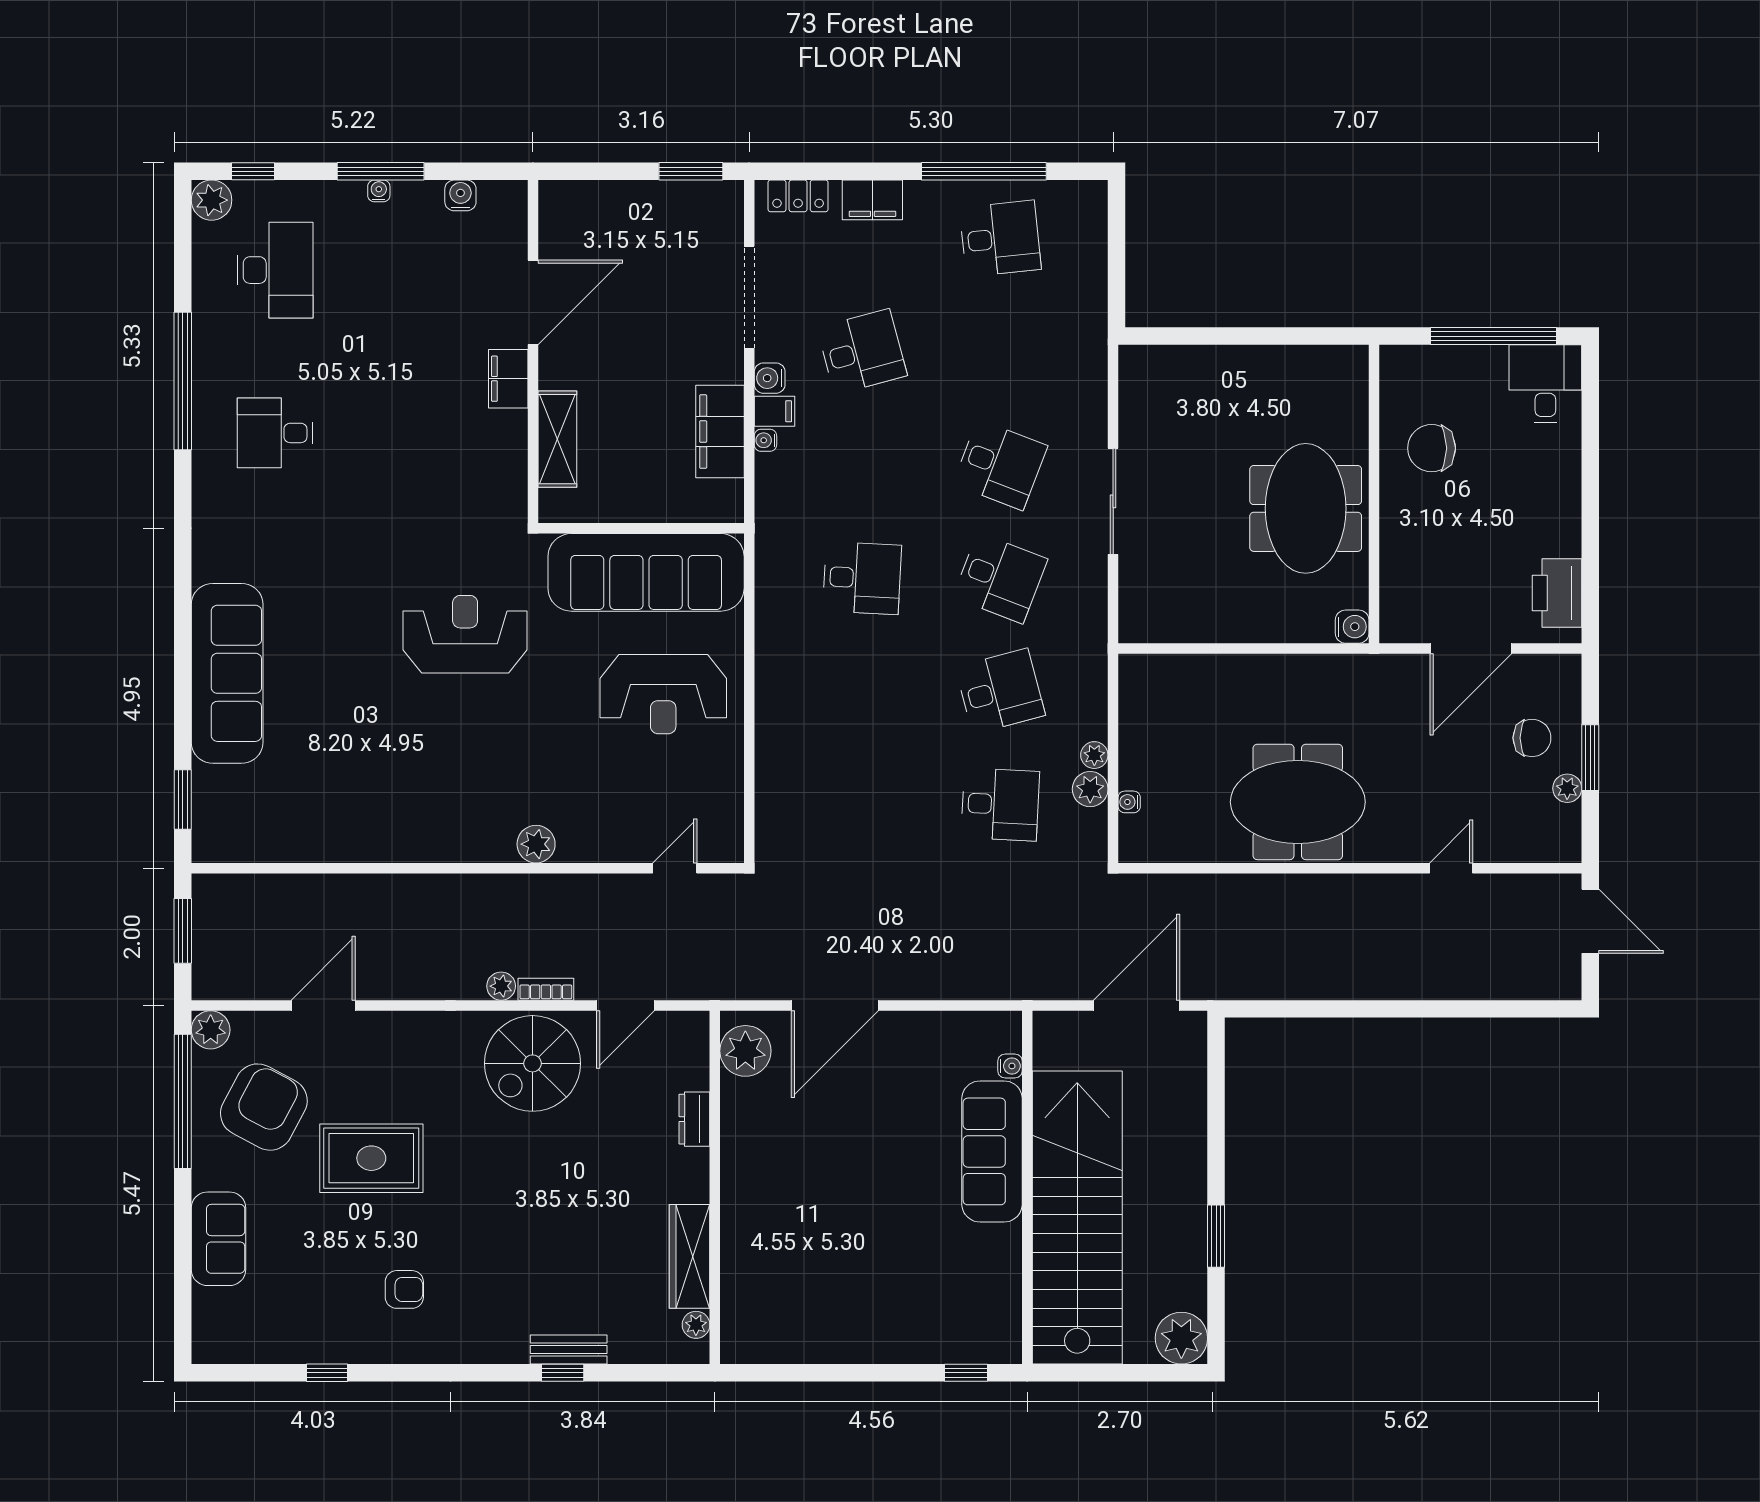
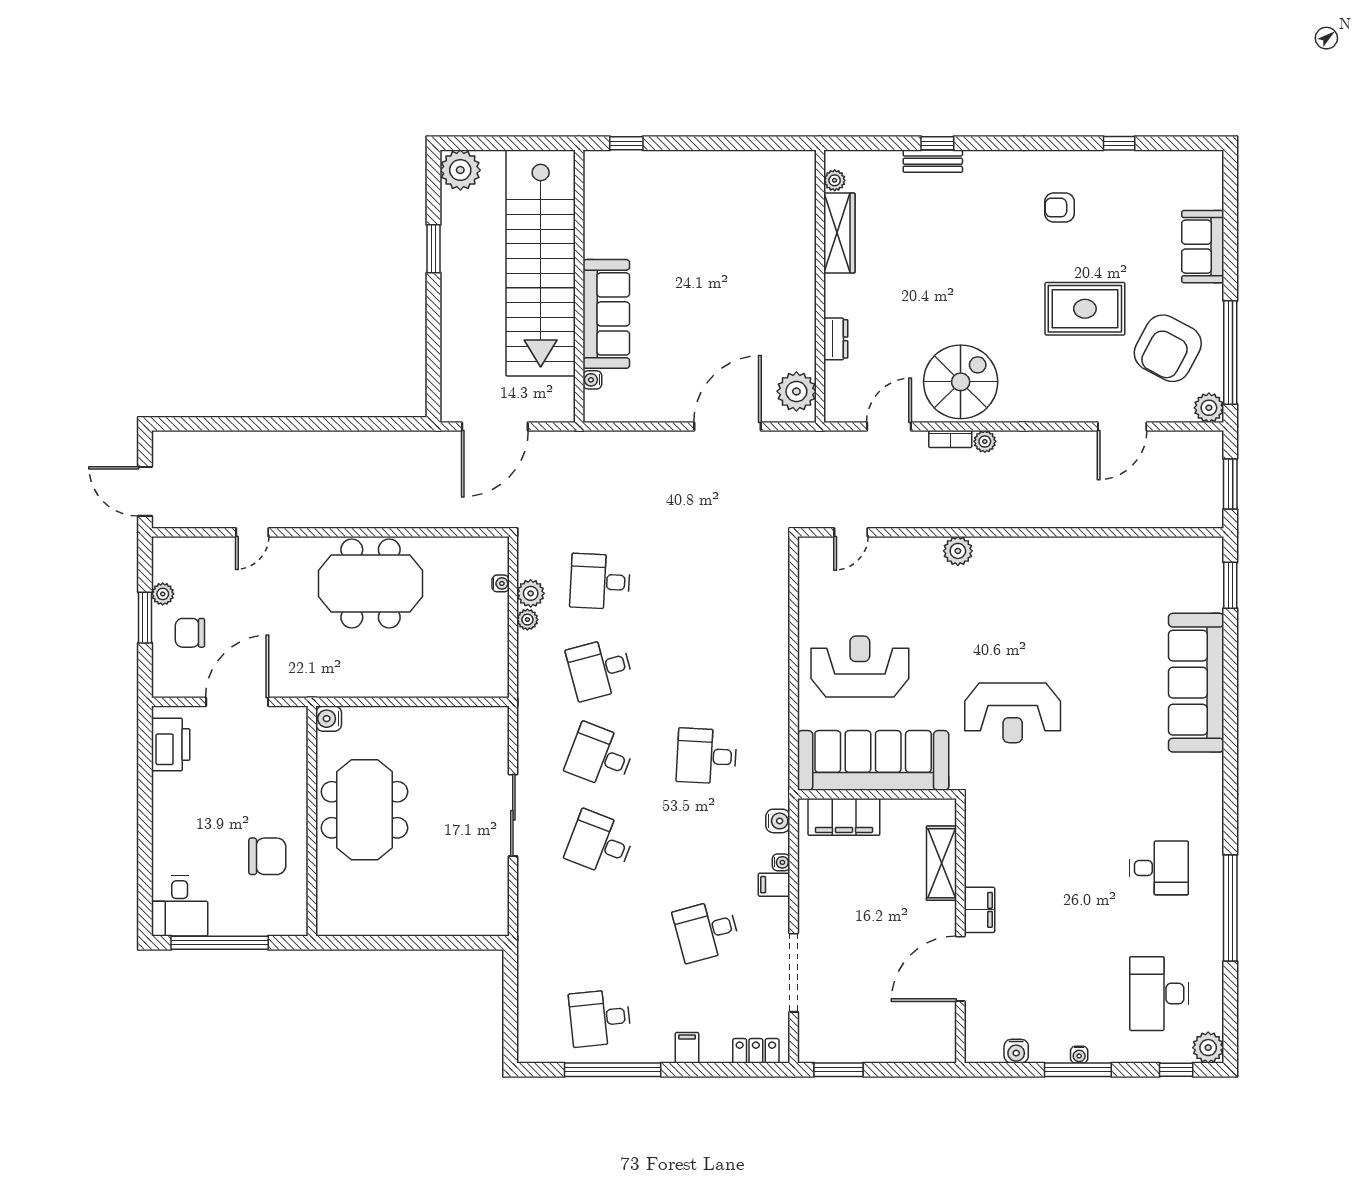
filing cabinet: (872, 200) -> (687, 1048), width x0.50
water cooler: (770, 378) -> (778, 821), moved
filing cabinet: (720, 432) -> (844, 817), moved, turned 90

